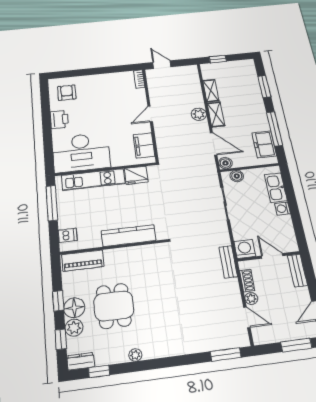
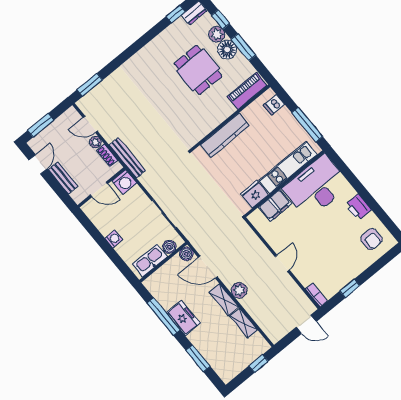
window: (110, 70) -> (350, 288), added
freezer: (264, 144) -> (183, 318), moved
filing cabinet: (144, 145) -> (275, 205), moved, turned 90
kitchen sink: (276, 188) -> (150, 260), moved, turned -90
bench: (228, 262) -> (127, 158), width x1.36
bench: (297, 270) -> (63, 178), moved
window: (58, 301) -> (243, 47), width x1.50
plant: (135, 355) -> (157, 43), removed

